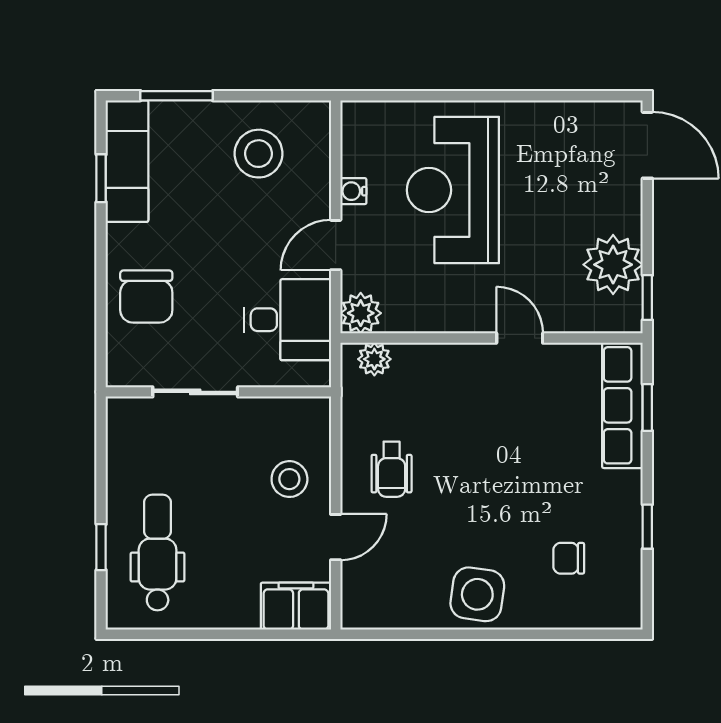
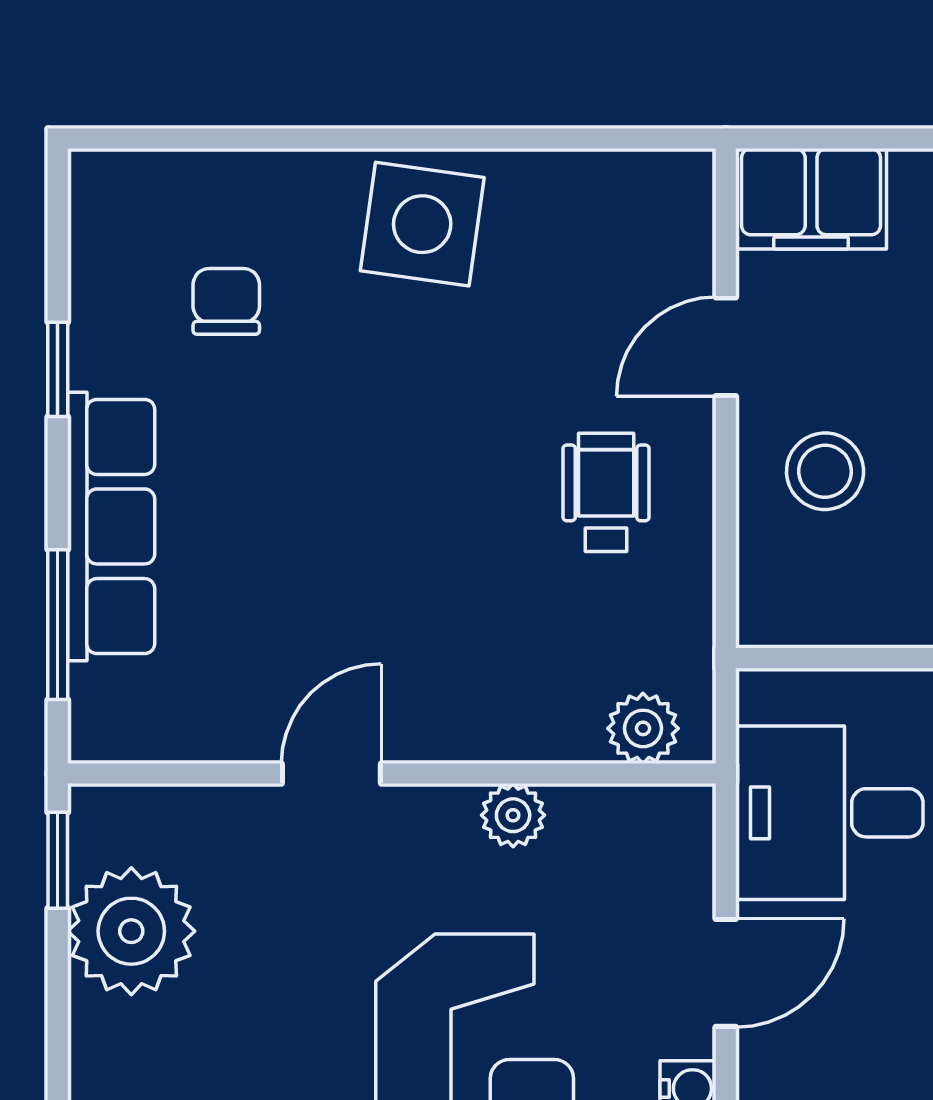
plant: (361, 313) -> (513, 815), moved, width x0.73, depth x0.73
door: (520, 338) -> (331, 774), swing flipped
row of seats: (622, 405) -> (111, 526), moved
window: (647, 408) -> (58, 625), width x1.50
chair: (569, 558) -> (226, 301), turned -90

